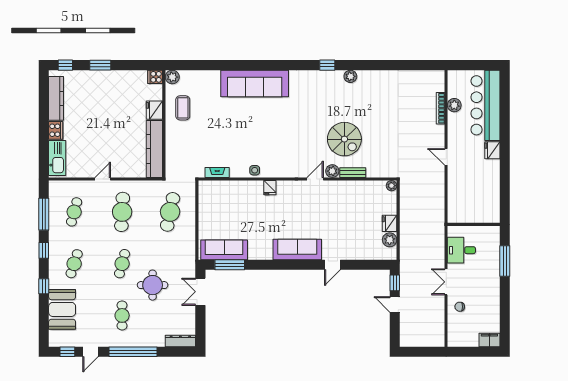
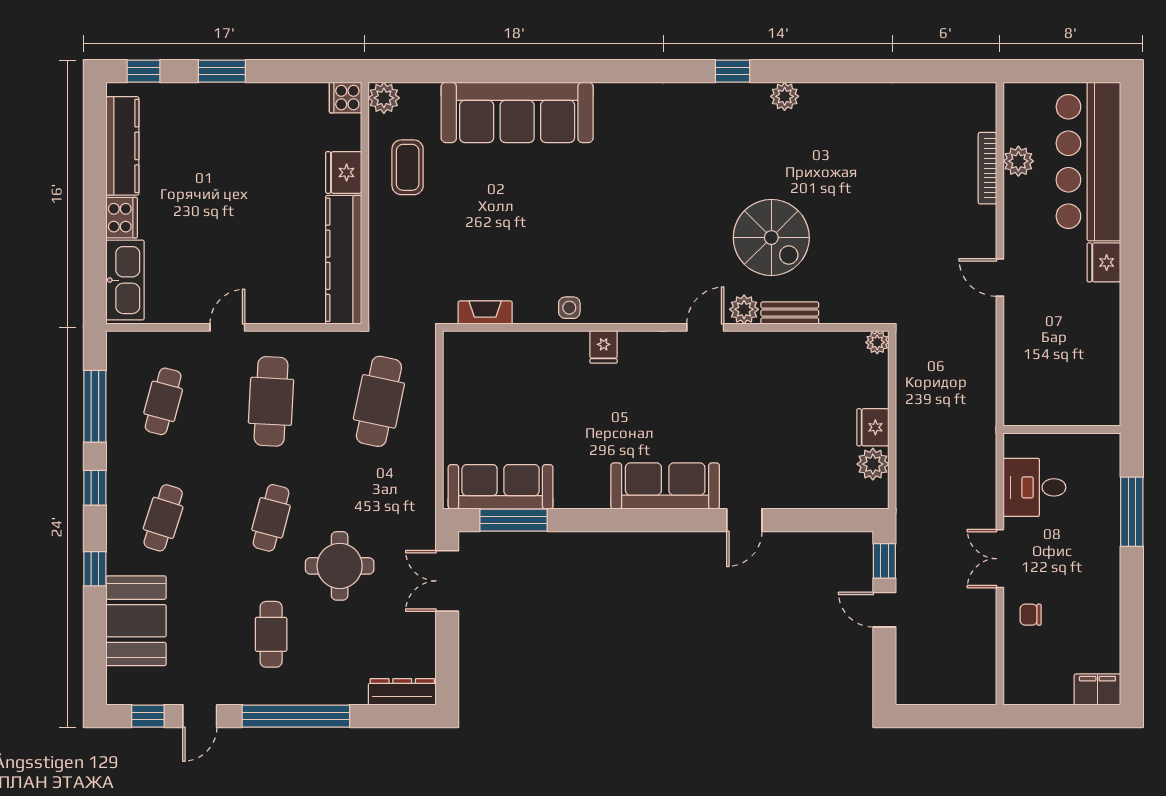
sofa: (255, 83) -> (517, 112), moved

